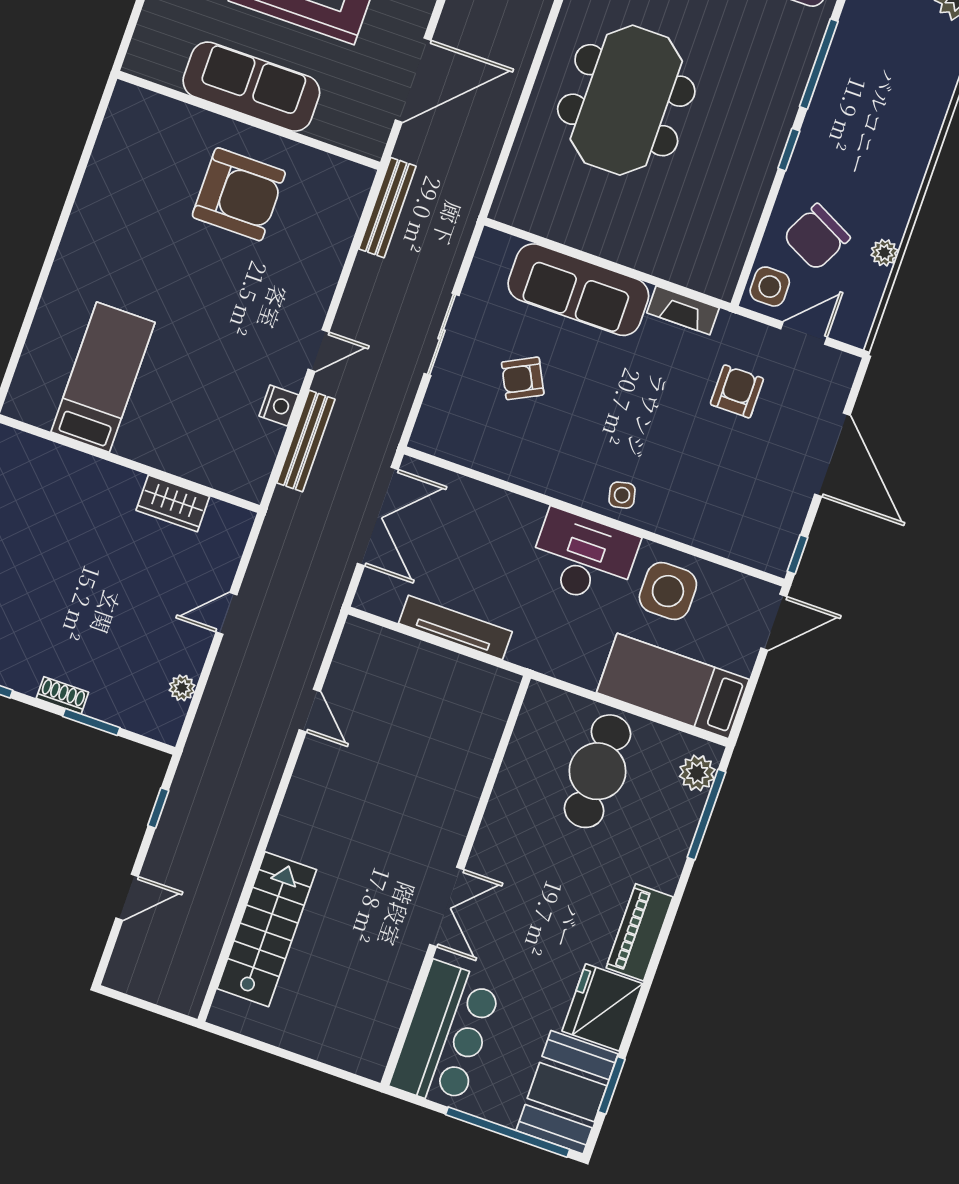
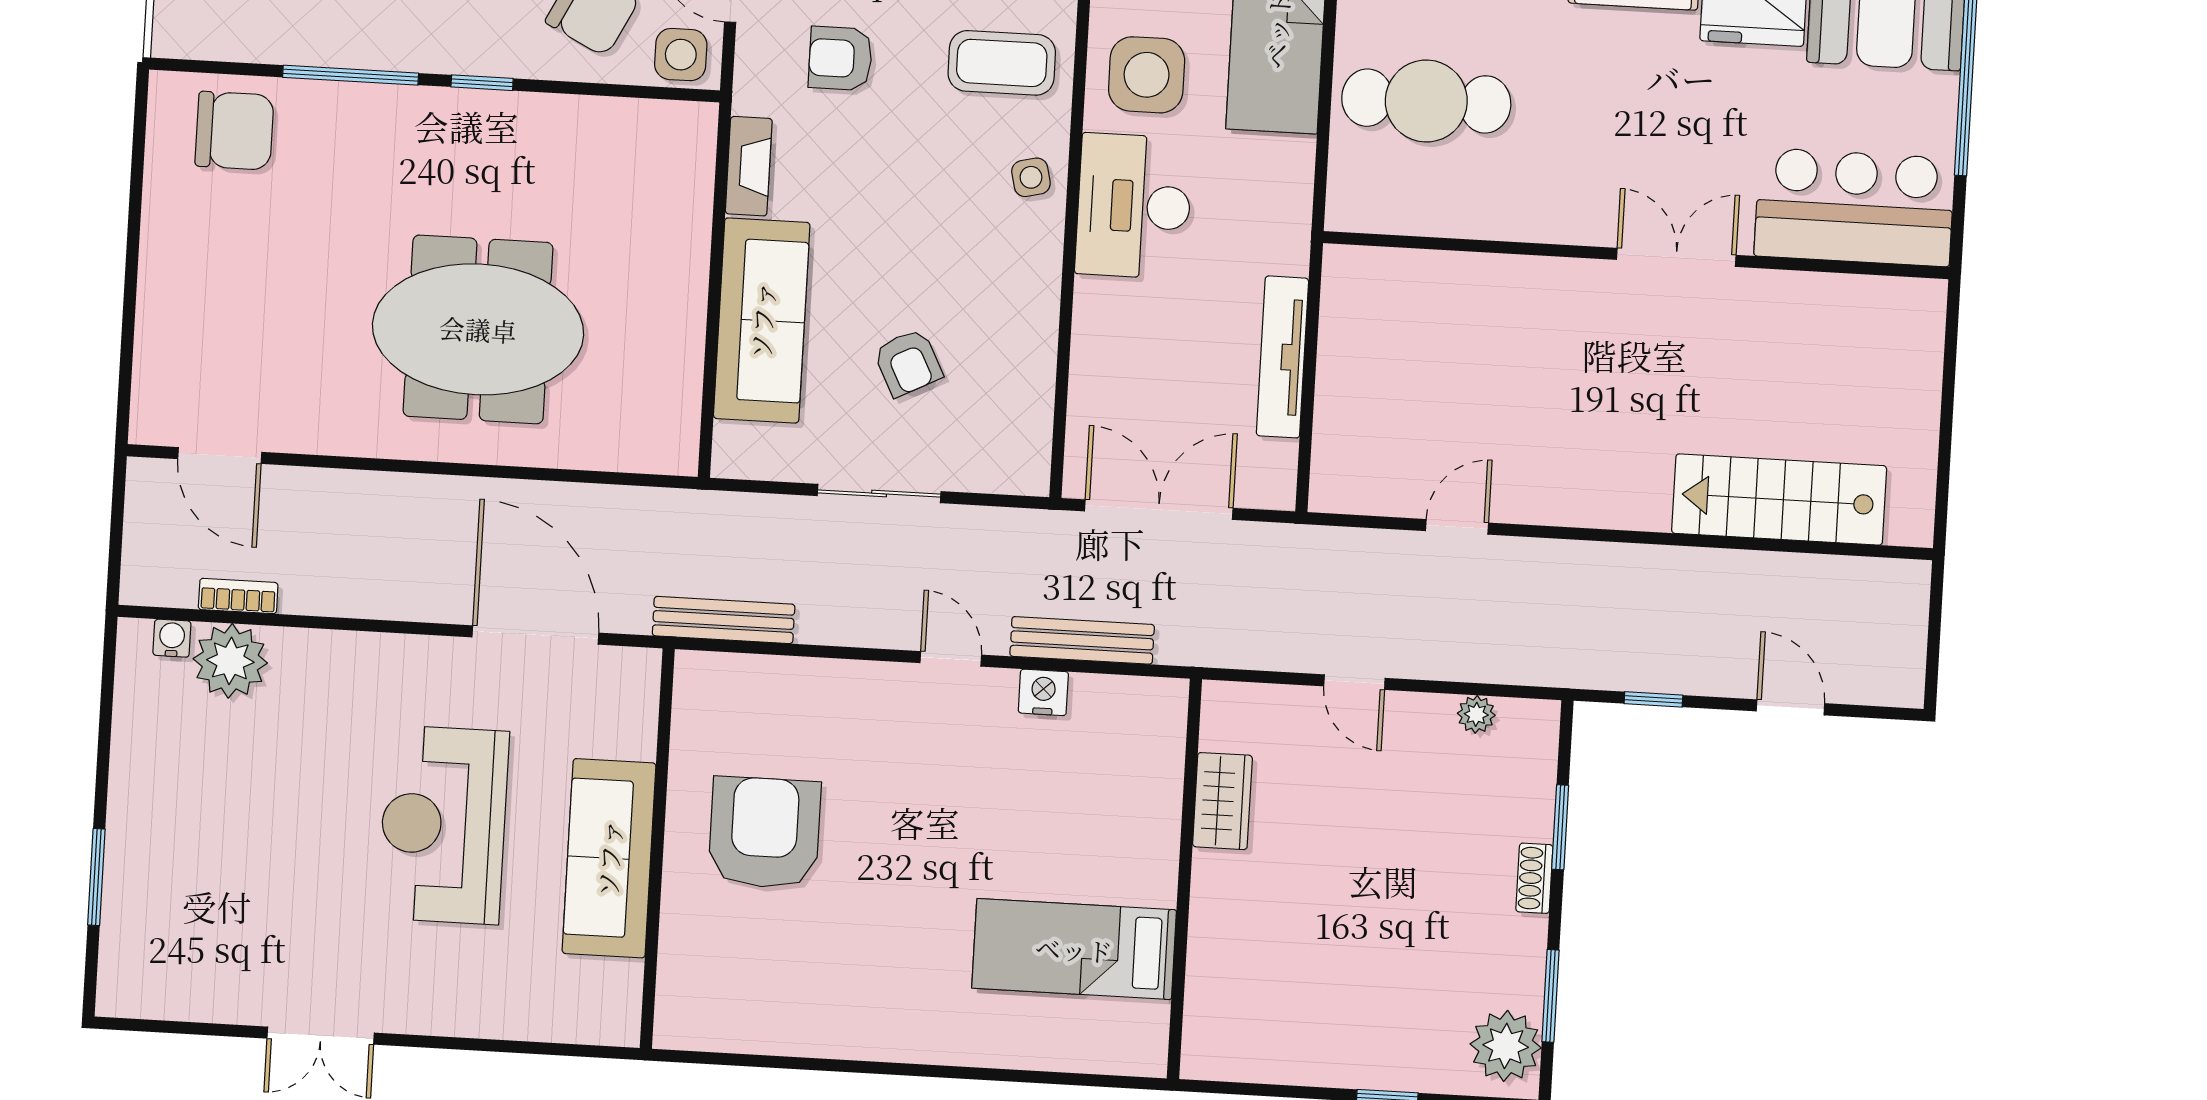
coffee table: (703, 497) -> (1002, 63), added

